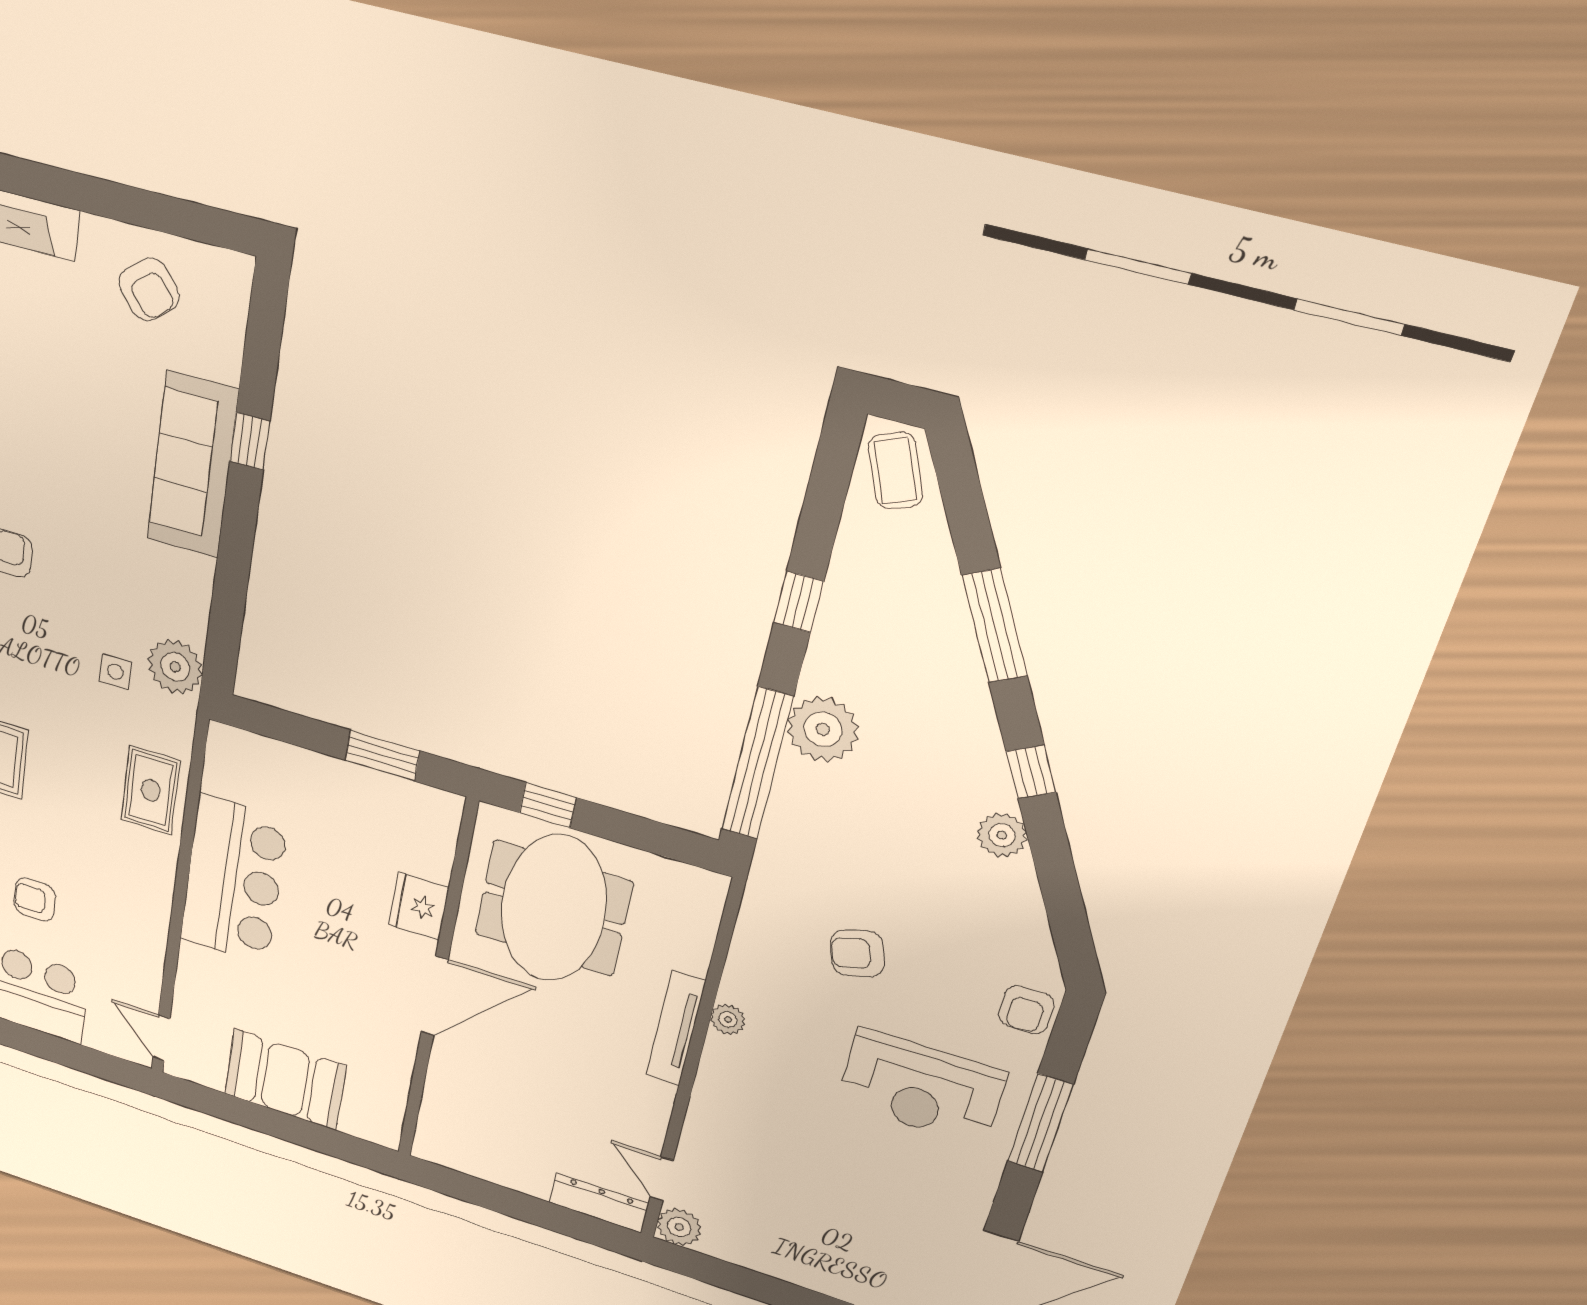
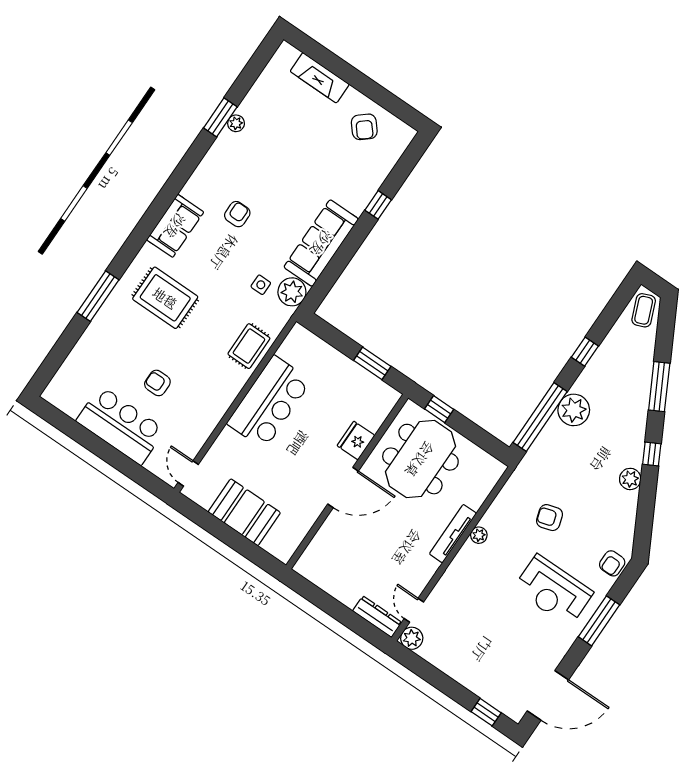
sofa: (193, 465) -> (321, 243), moved

